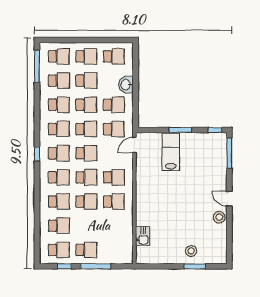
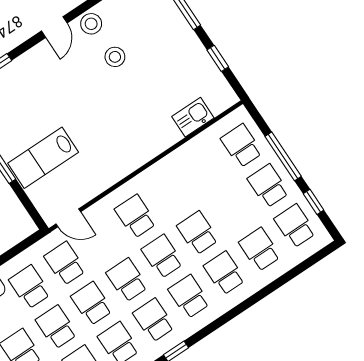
school desk: (114, 202) -> (241, 146), moved
stool: (191, 251) -> (115, 57), moved
window: (163, 266) -> (218, 58), added

